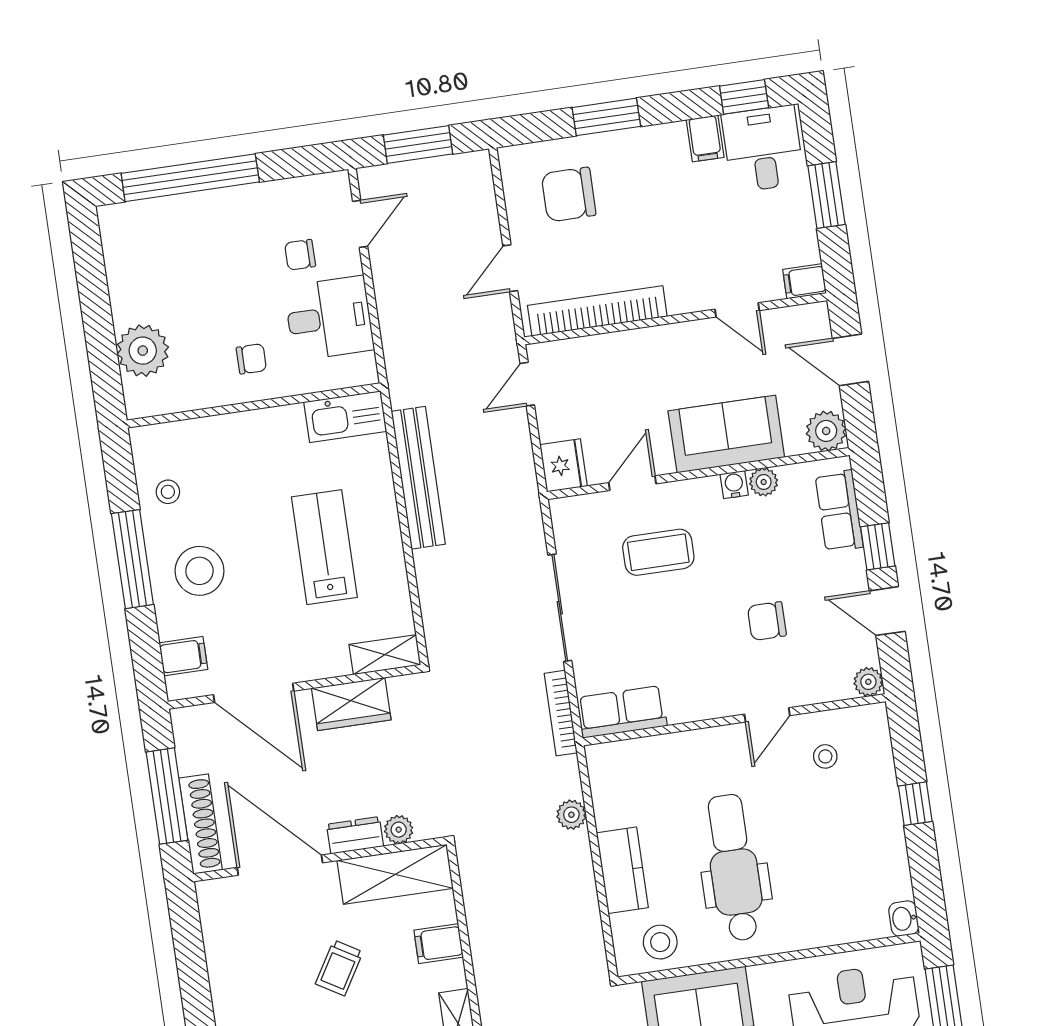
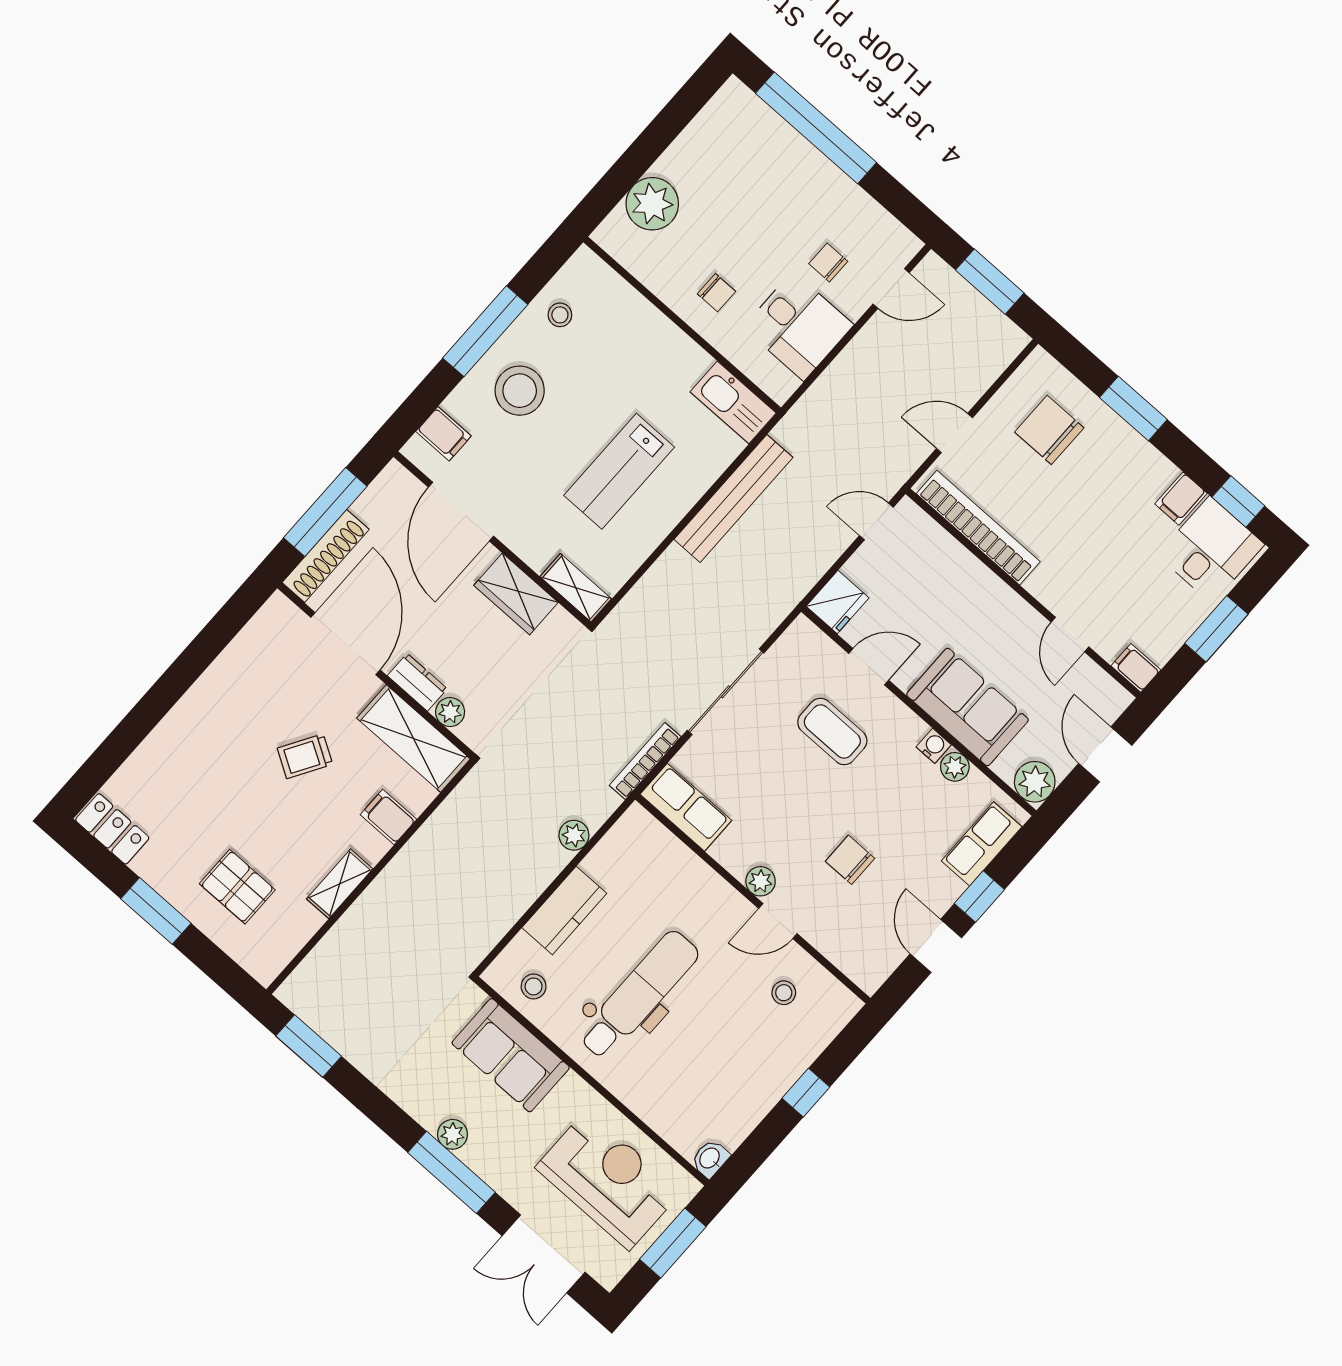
lab bench: (324, 547) -> (619, 471), turned 180
plant: (868, 682) -> (761, 881), moved
stool: (660, 942) -> (534, 986), width x0.73, depth x0.73

